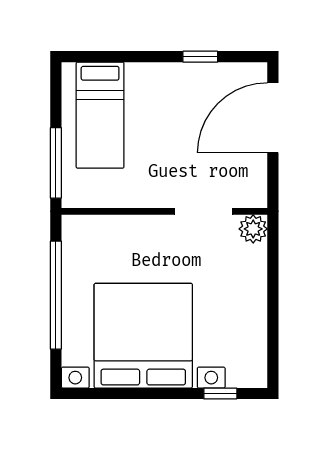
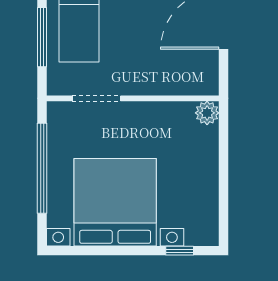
window: (56, 163) -> (42, 37), moved
doorway: (204, 211) -> (96, 98), moved

